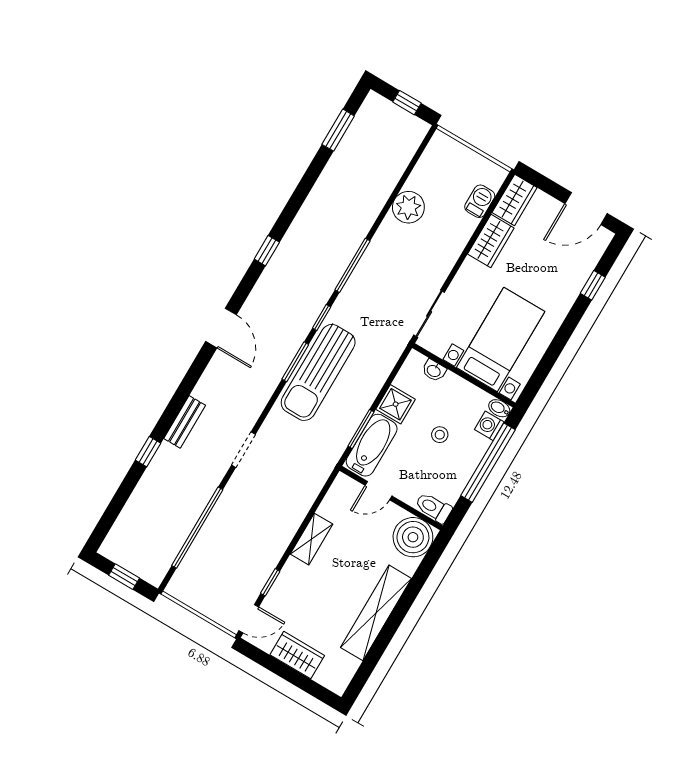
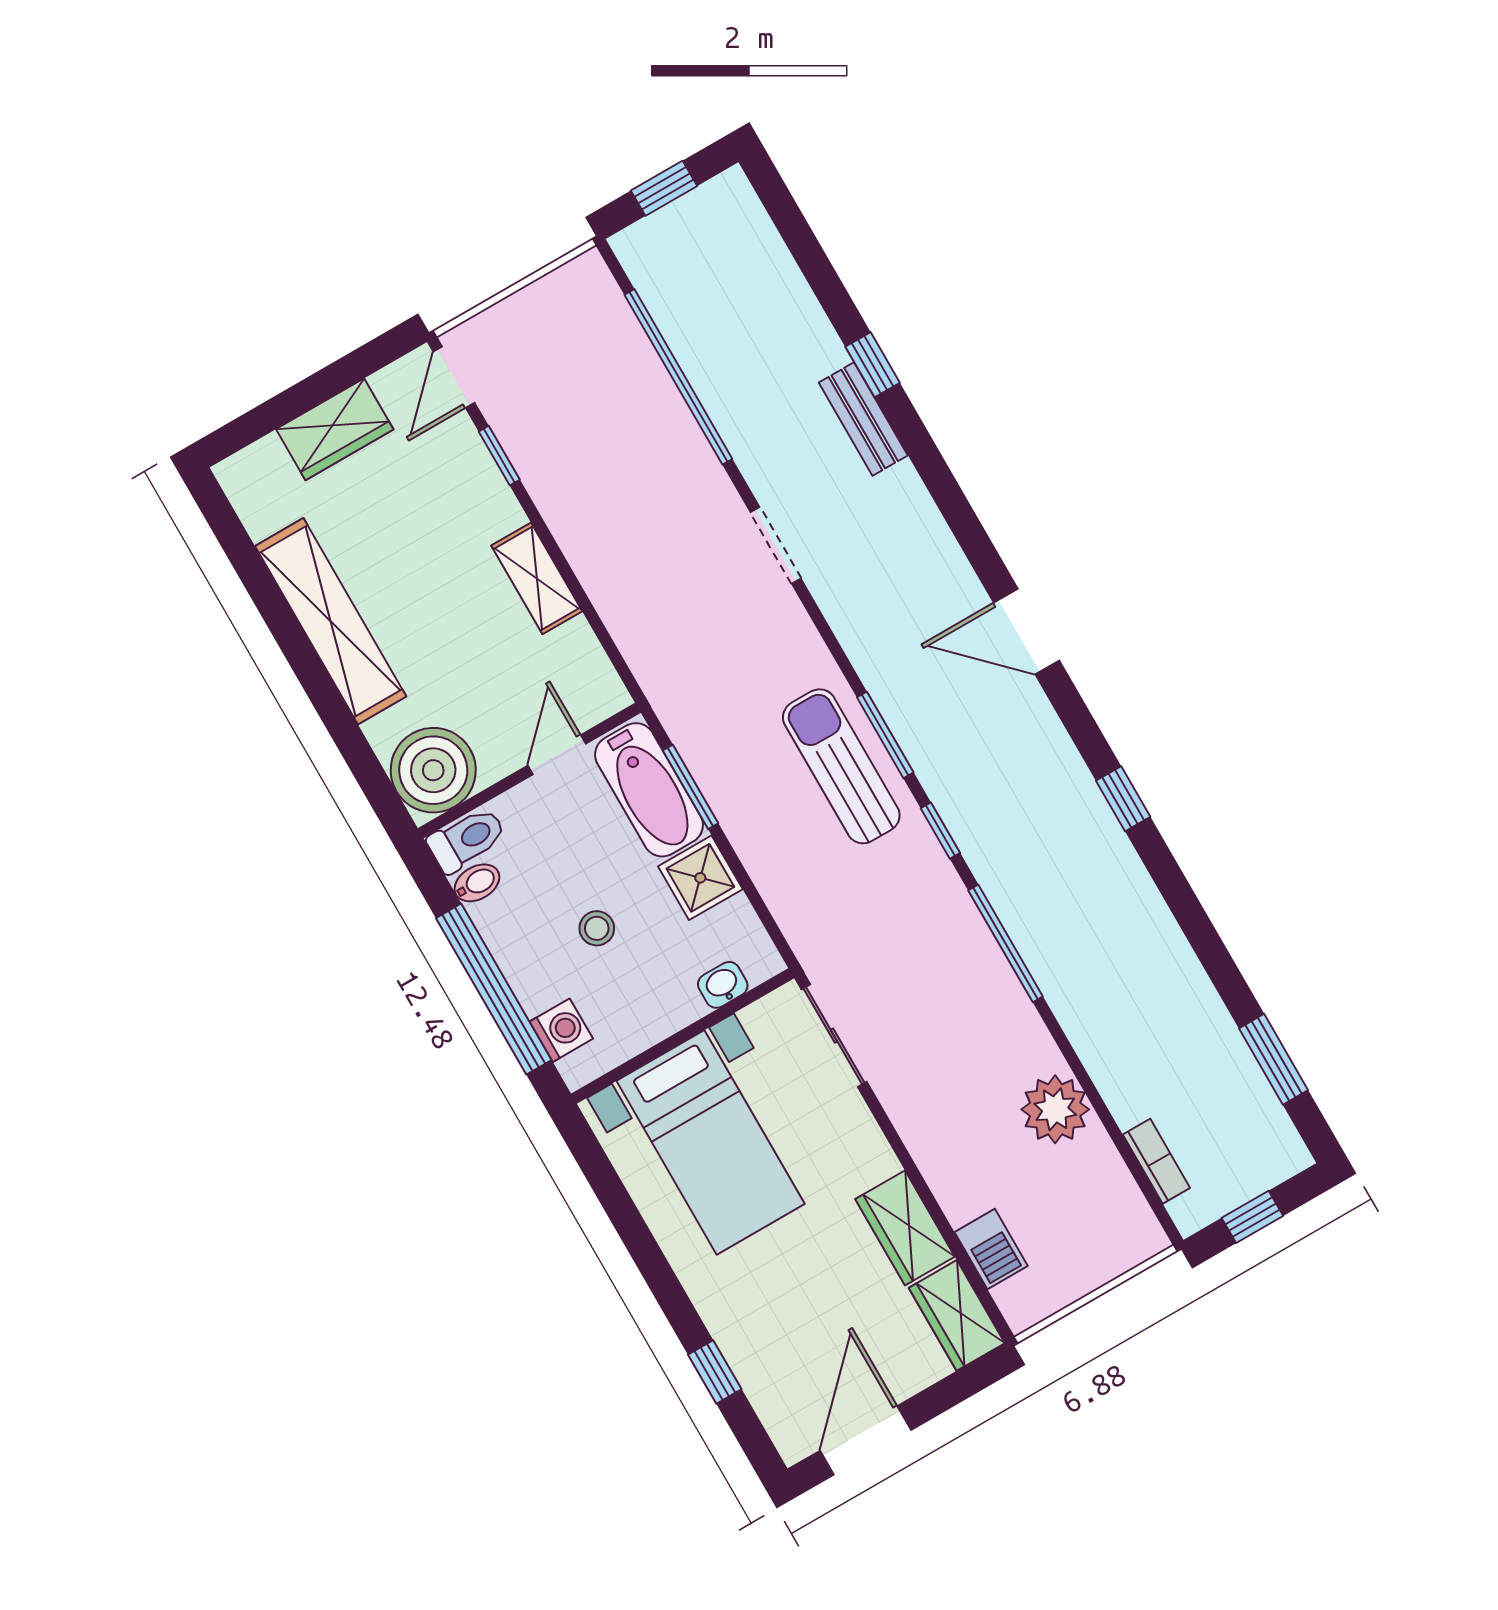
bookcase: (406, 154) -> (1156, 1161), added
sun lounger: (318, 372) -> (841, 766), width x0.73, depth x0.75
bidet: (499, 408) -> (477, 883), moved
bench: (185, 422) -> (863, 419), moved

